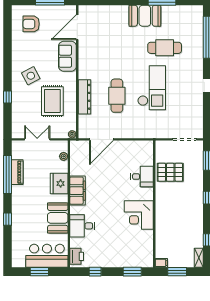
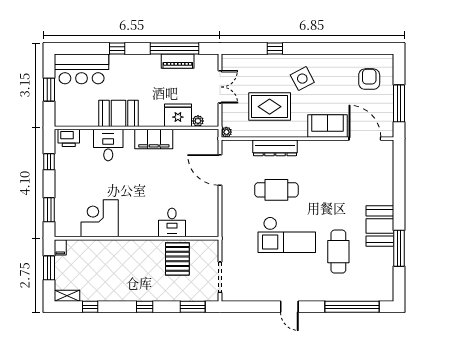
fridge: (59, 183) -> (178, 115), moved
corner desk: (139, 215) -> (100, 218), moved
bar counter: (47, 256) -> (82, 69), moved, turned 90

